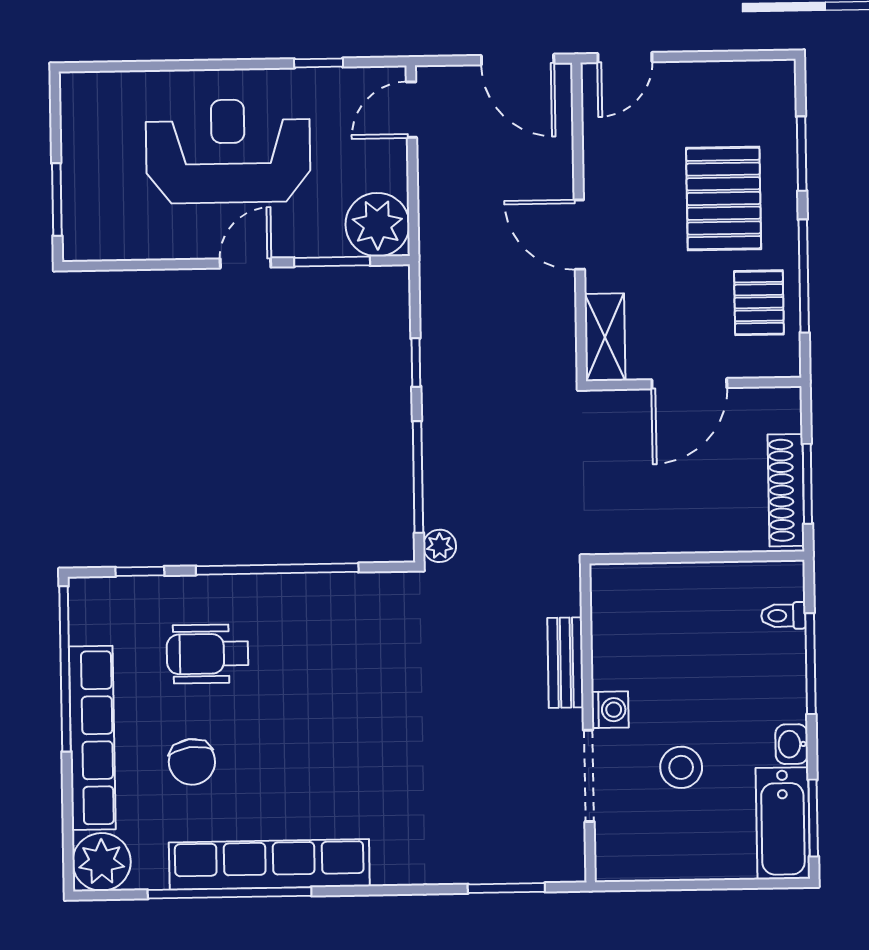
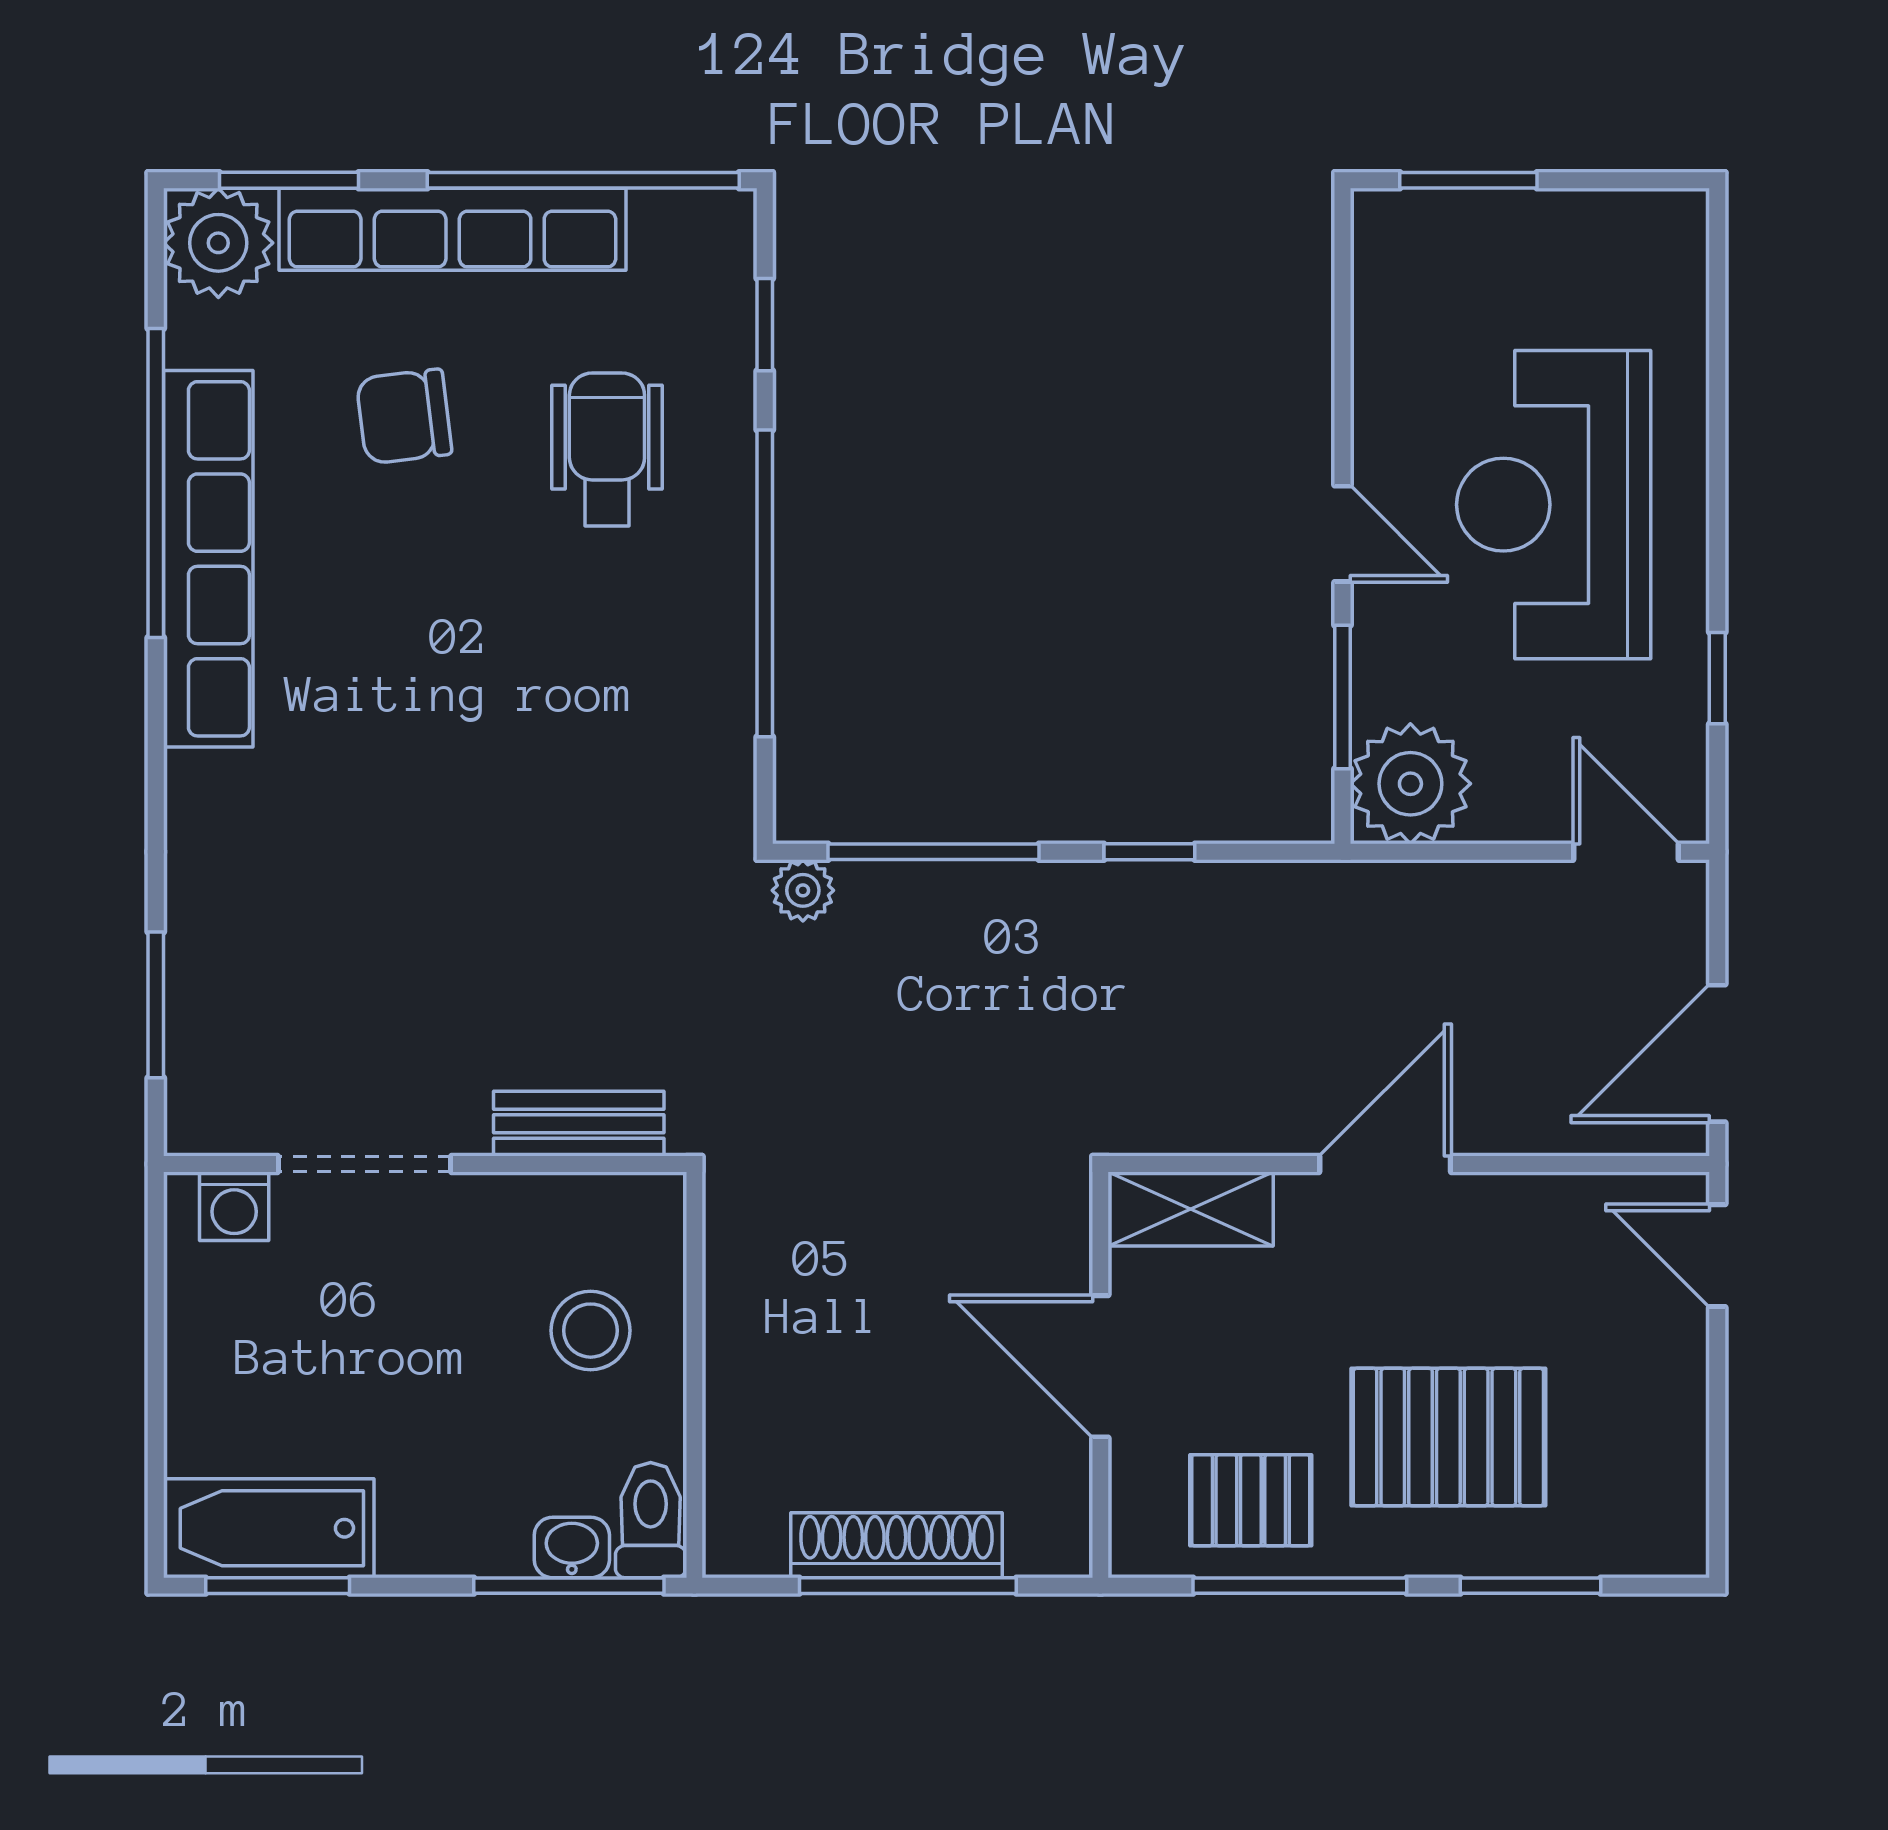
reception desk: (228, 151) -> (1554, 505), turned 180
window: (807, 484) -> (908, 1586), width x1.44
wall: (697, 558) -> (694, 1375), moved
toilet: (783, 616) -> (651, 1520), width x1.37, depth x1.39
washing machine: (610, 710) -> (234, 1206), moved
washbasin: (792, 744) -> (572, 1547), moved
stool: (681, 767) -> (591, 1331), moved
window: (68, 825) -> (289, 180), added

